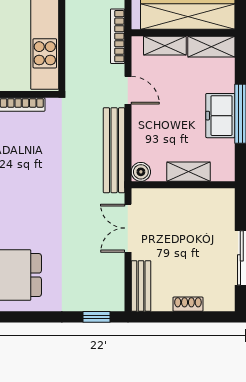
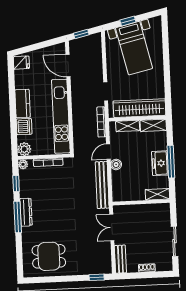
door: (128, 90) -> (108, 152), swing flipped
boiler: (141, 172) -> (116, 164), moved
shelving: (189, 172) -> (157, 194), moved

